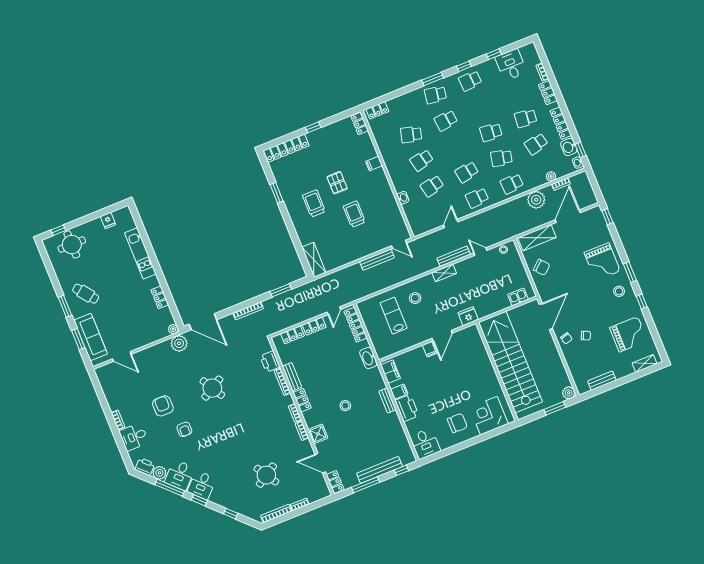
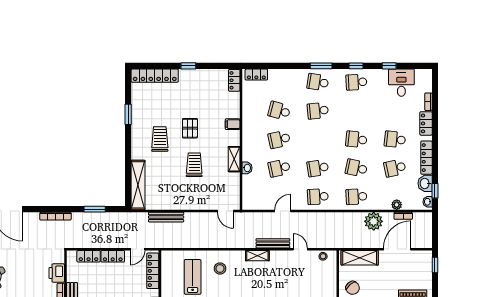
shelving: (388, 194) -> (234, 159), added
shelving: (314, 260) -> (138, 185), width x1.47
bench: (377, 260) -> (166, 217), moved

